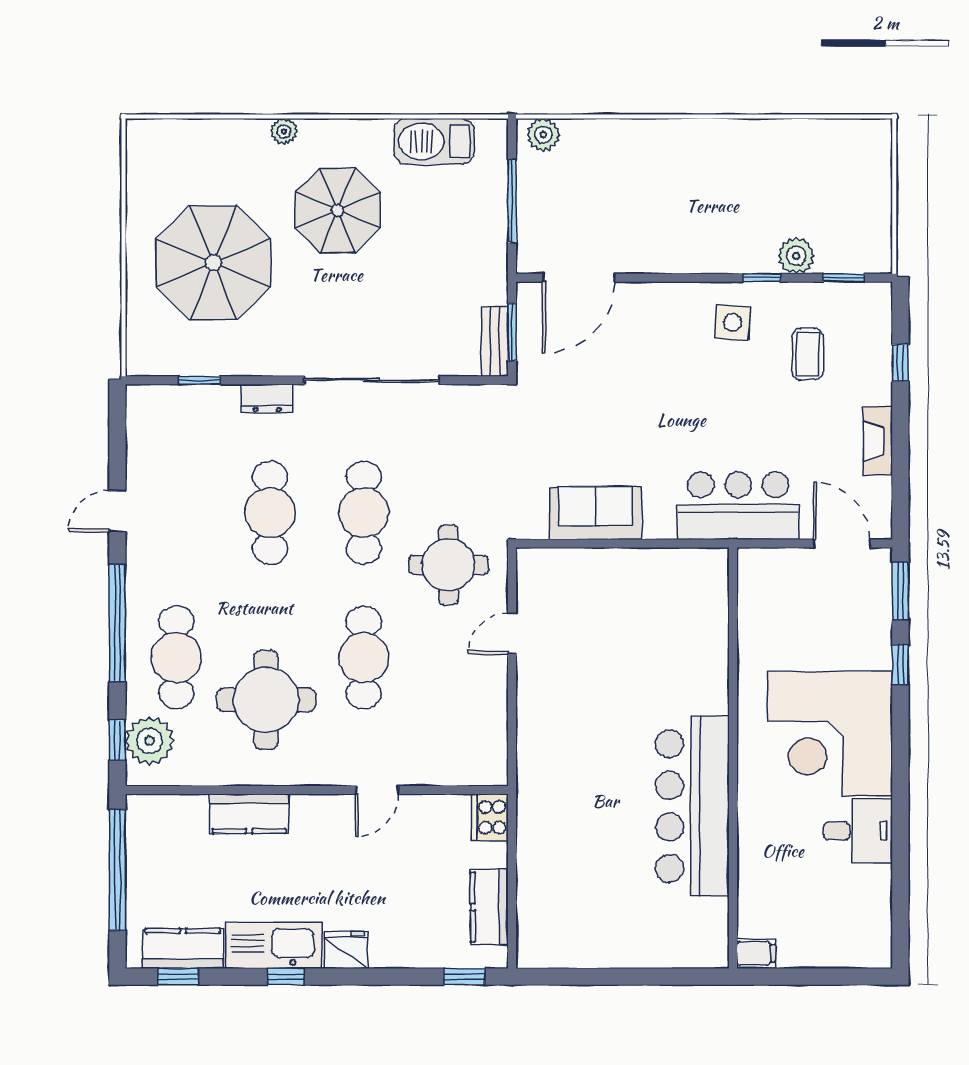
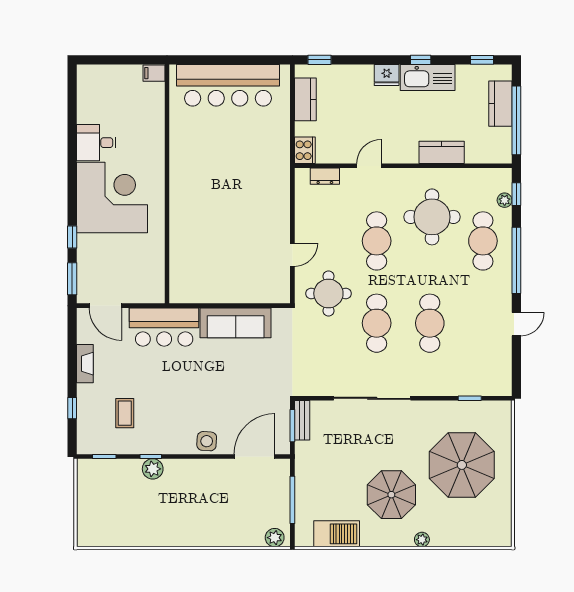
plant: (796, 256) -> (153, 469), moved
side table: (733, 322) -> (207, 441), moved
dresser: (267, 398) -> (325, 176), moved, turned 180
sofa: (596, 513) -> (236, 323), width x1.36
plant: (149, 741) -> (505, 200), width x0.53, depth x0.53
bar counter: (692, 806) -> (228, 85), moved, turned 90
kitchen counter: (183, 948) -> (500, 104), moved, turned 90

